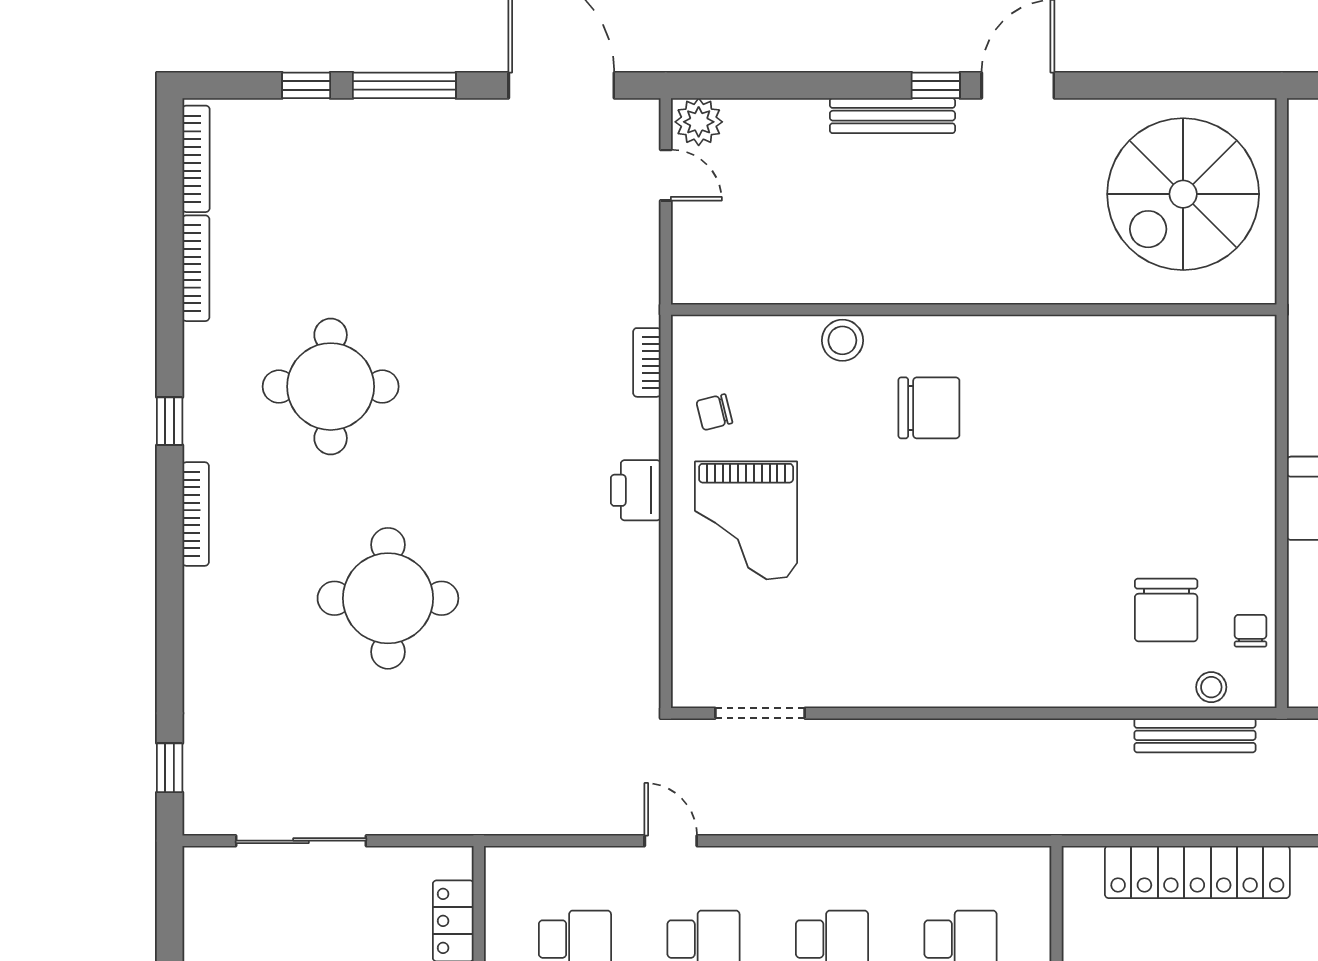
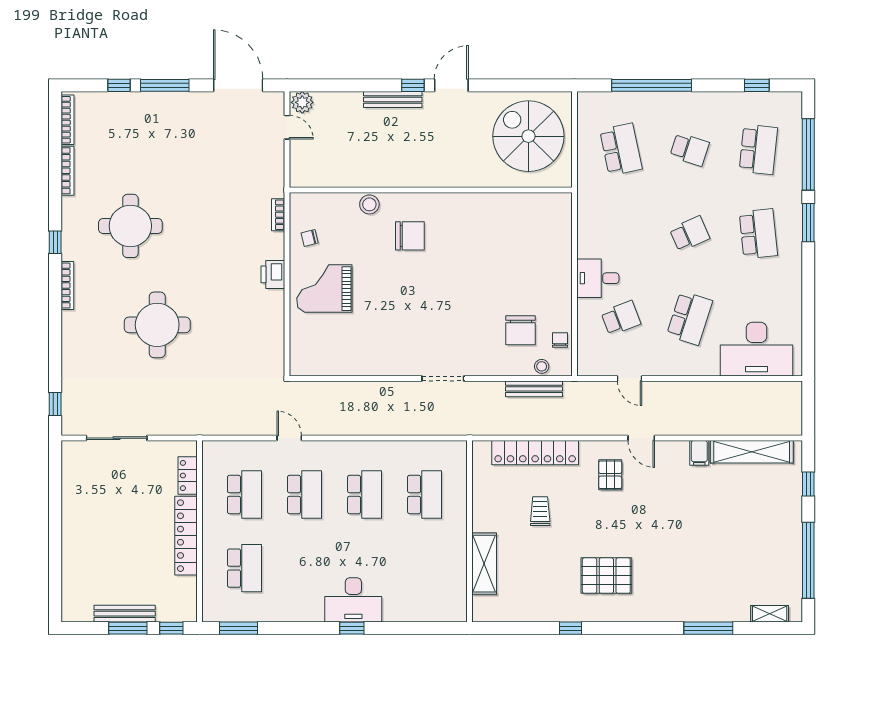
spiral stairs: (1183, 194) -> (528, 136), turned 90
grand piano: (746, 520) -> (324, 289), turned 90
doorway: (760, 713) -> (443, 379), moved

